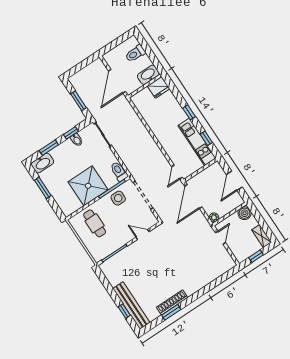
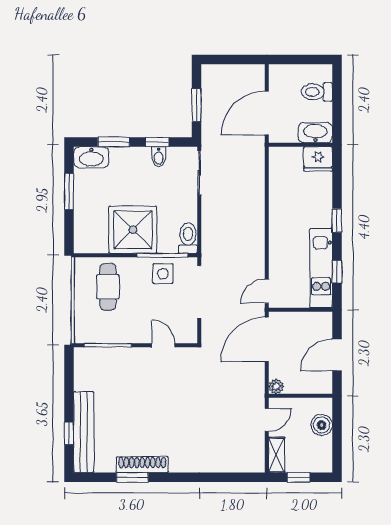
boiler: (245, 213) -> (322, 425), moved
shelving: (262, 236) -> (277, 455), moved

